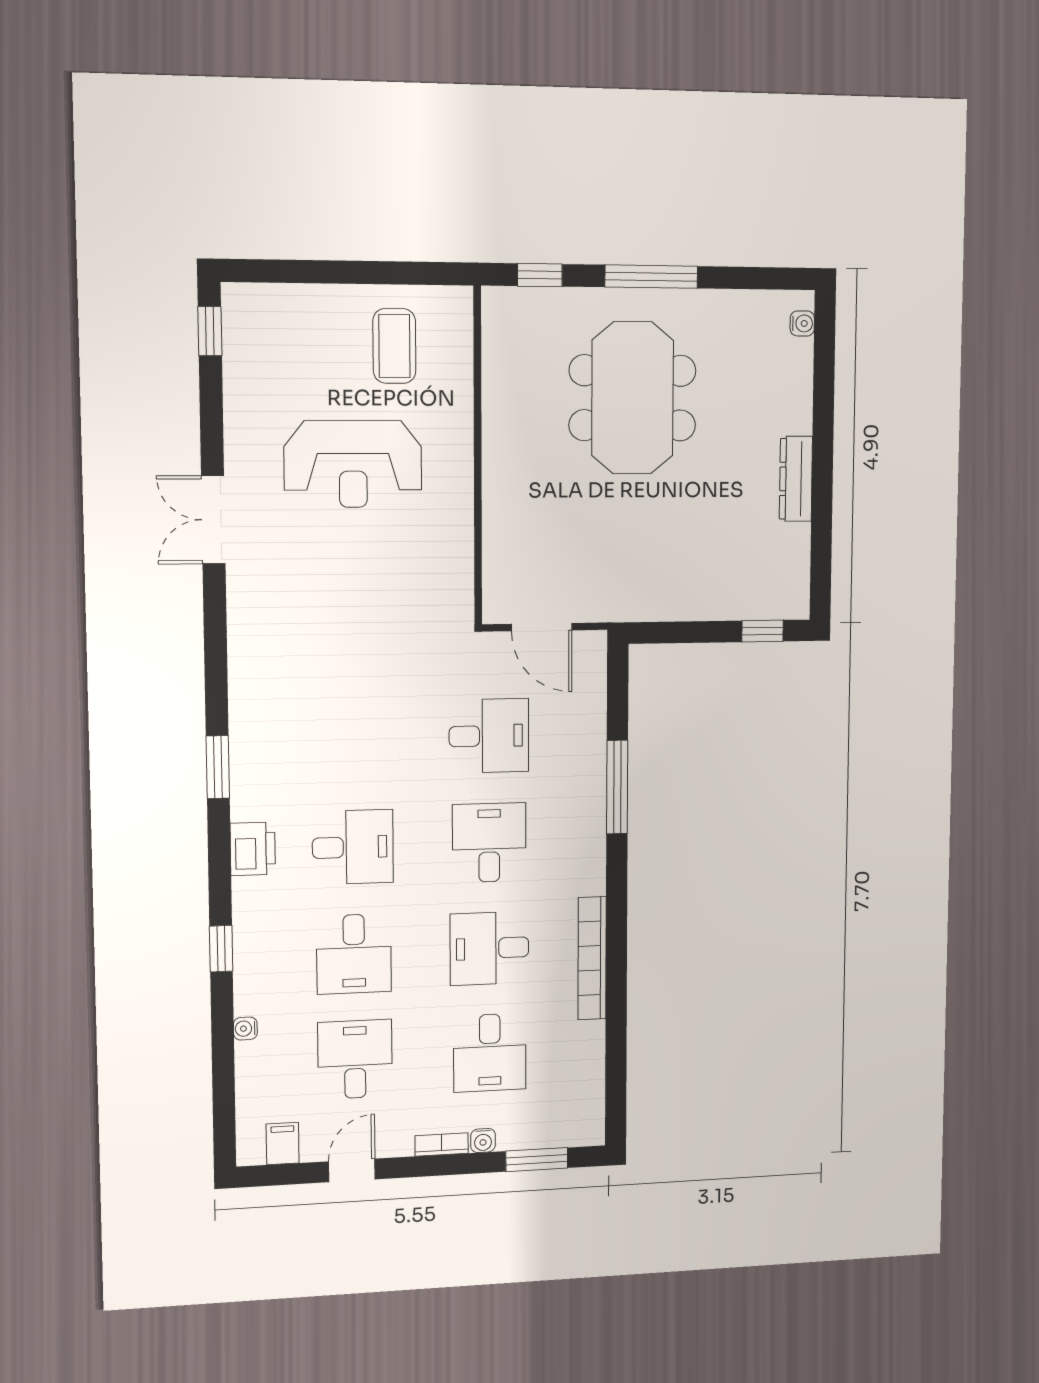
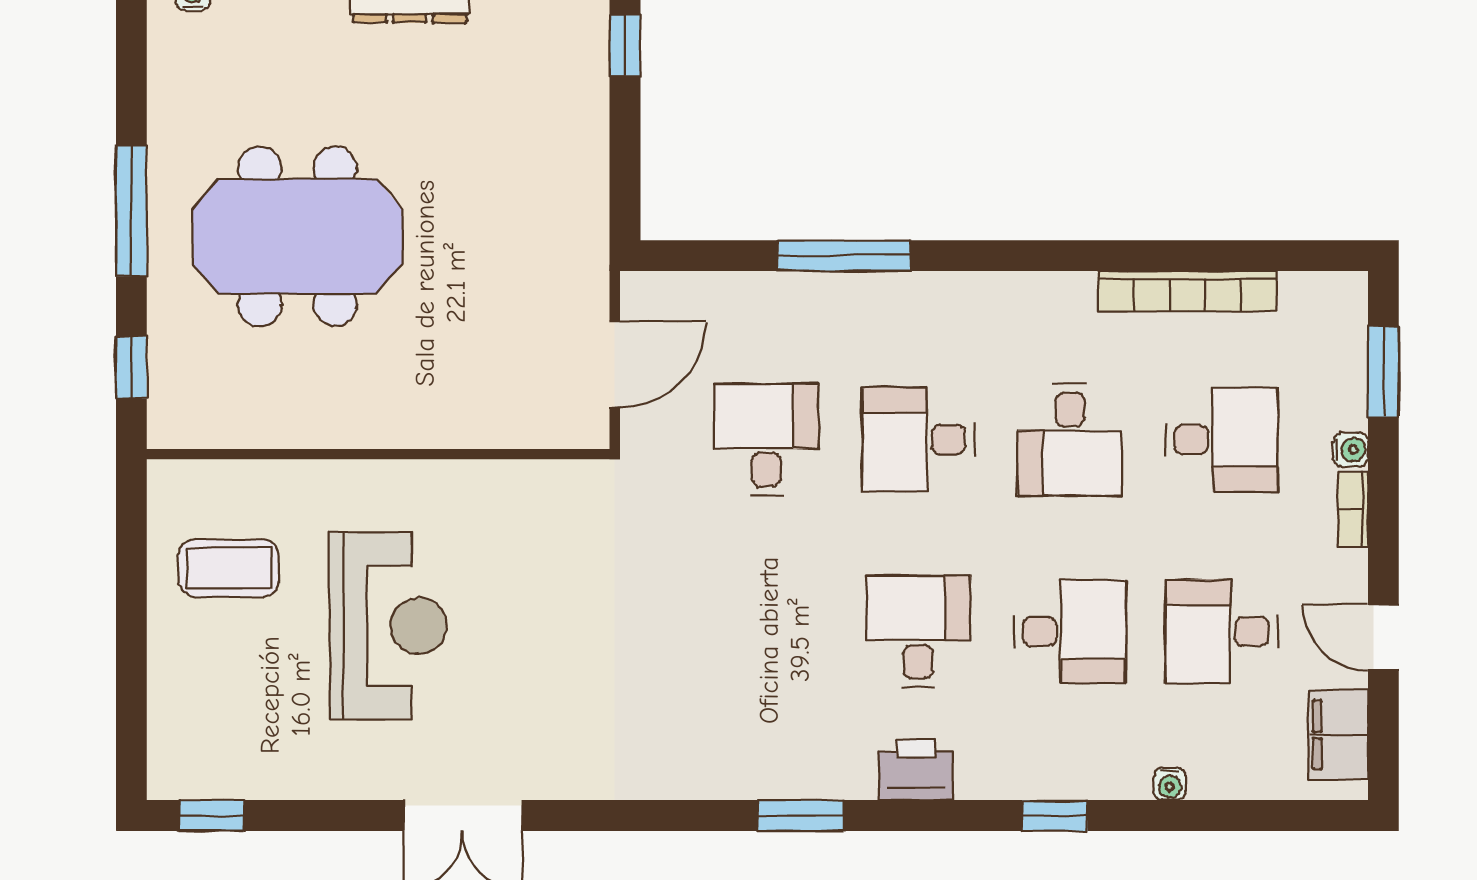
bookcase: (592, 958) -> (1187, 291), moved
filing cabinet: (283, 1143) -> (1338, 735), width x2.00

